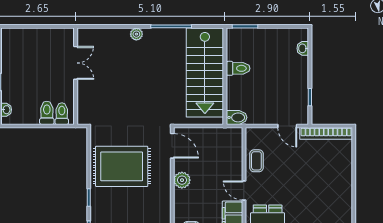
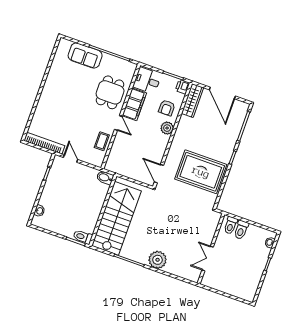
plant: (136, 34) -> (158, 260), width x1.88, depth x1.88
toilet: (238, 68) -> (83, 237), moved
plant: (182, 180) -> (167, 128), moved

